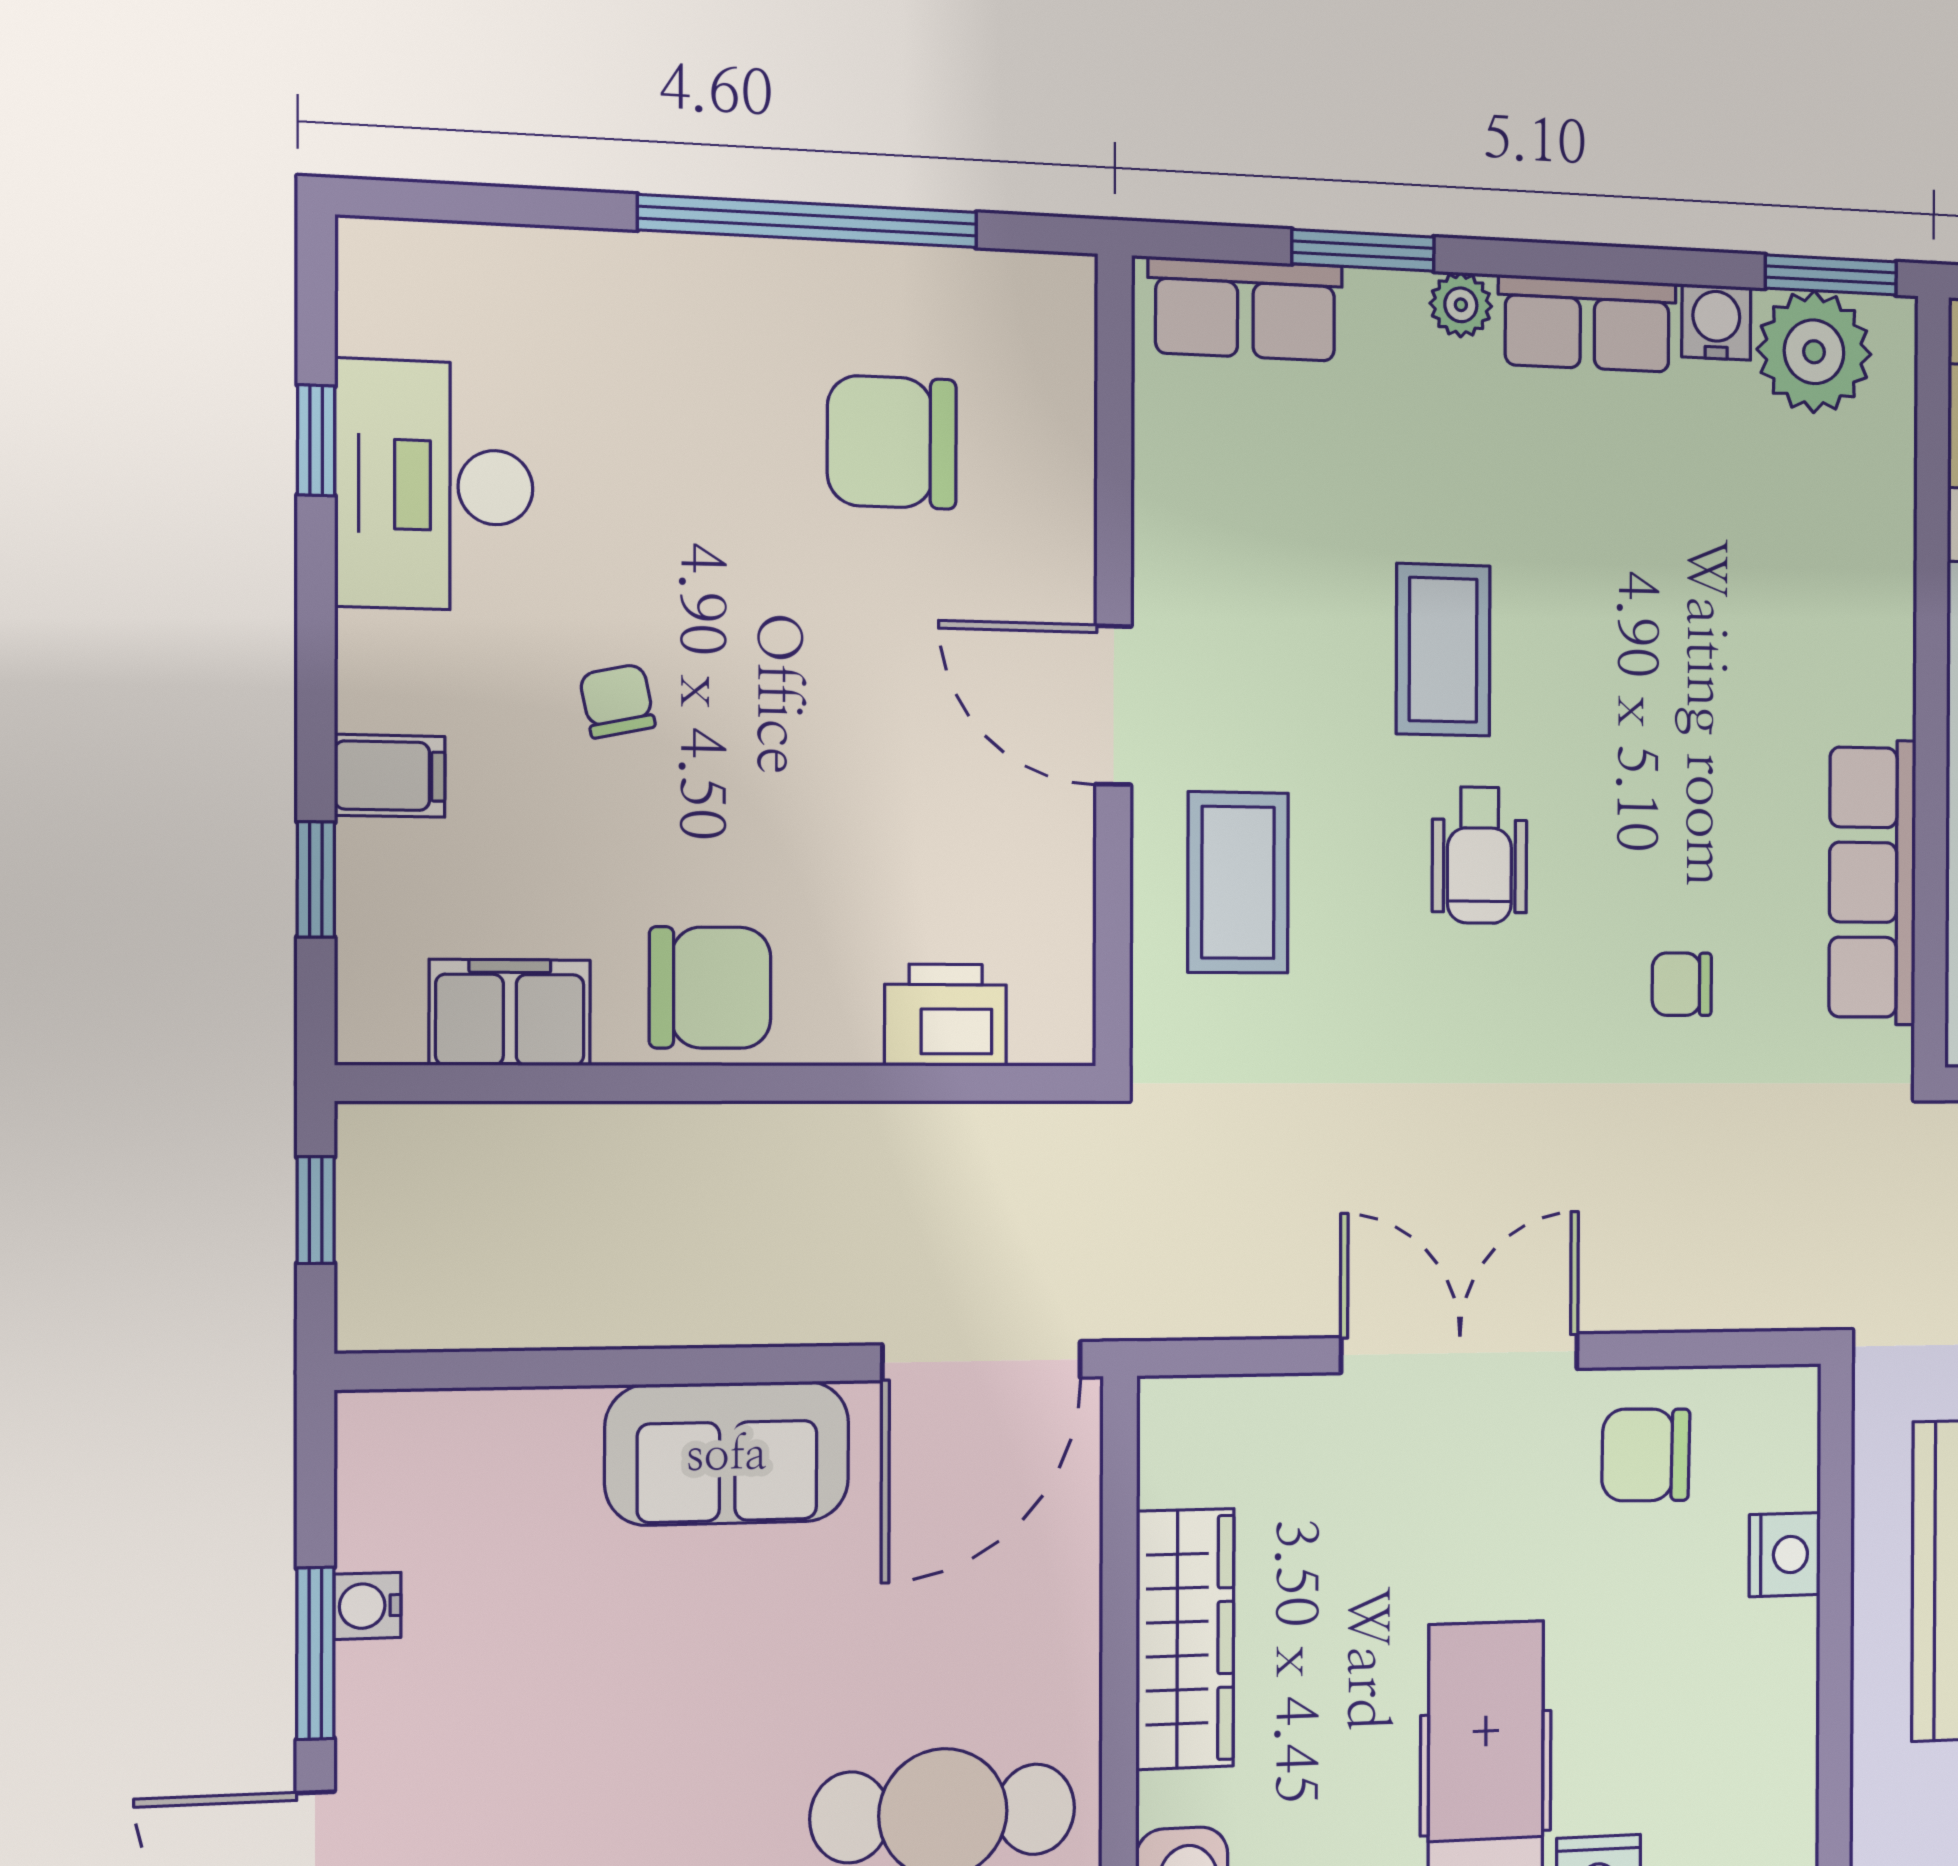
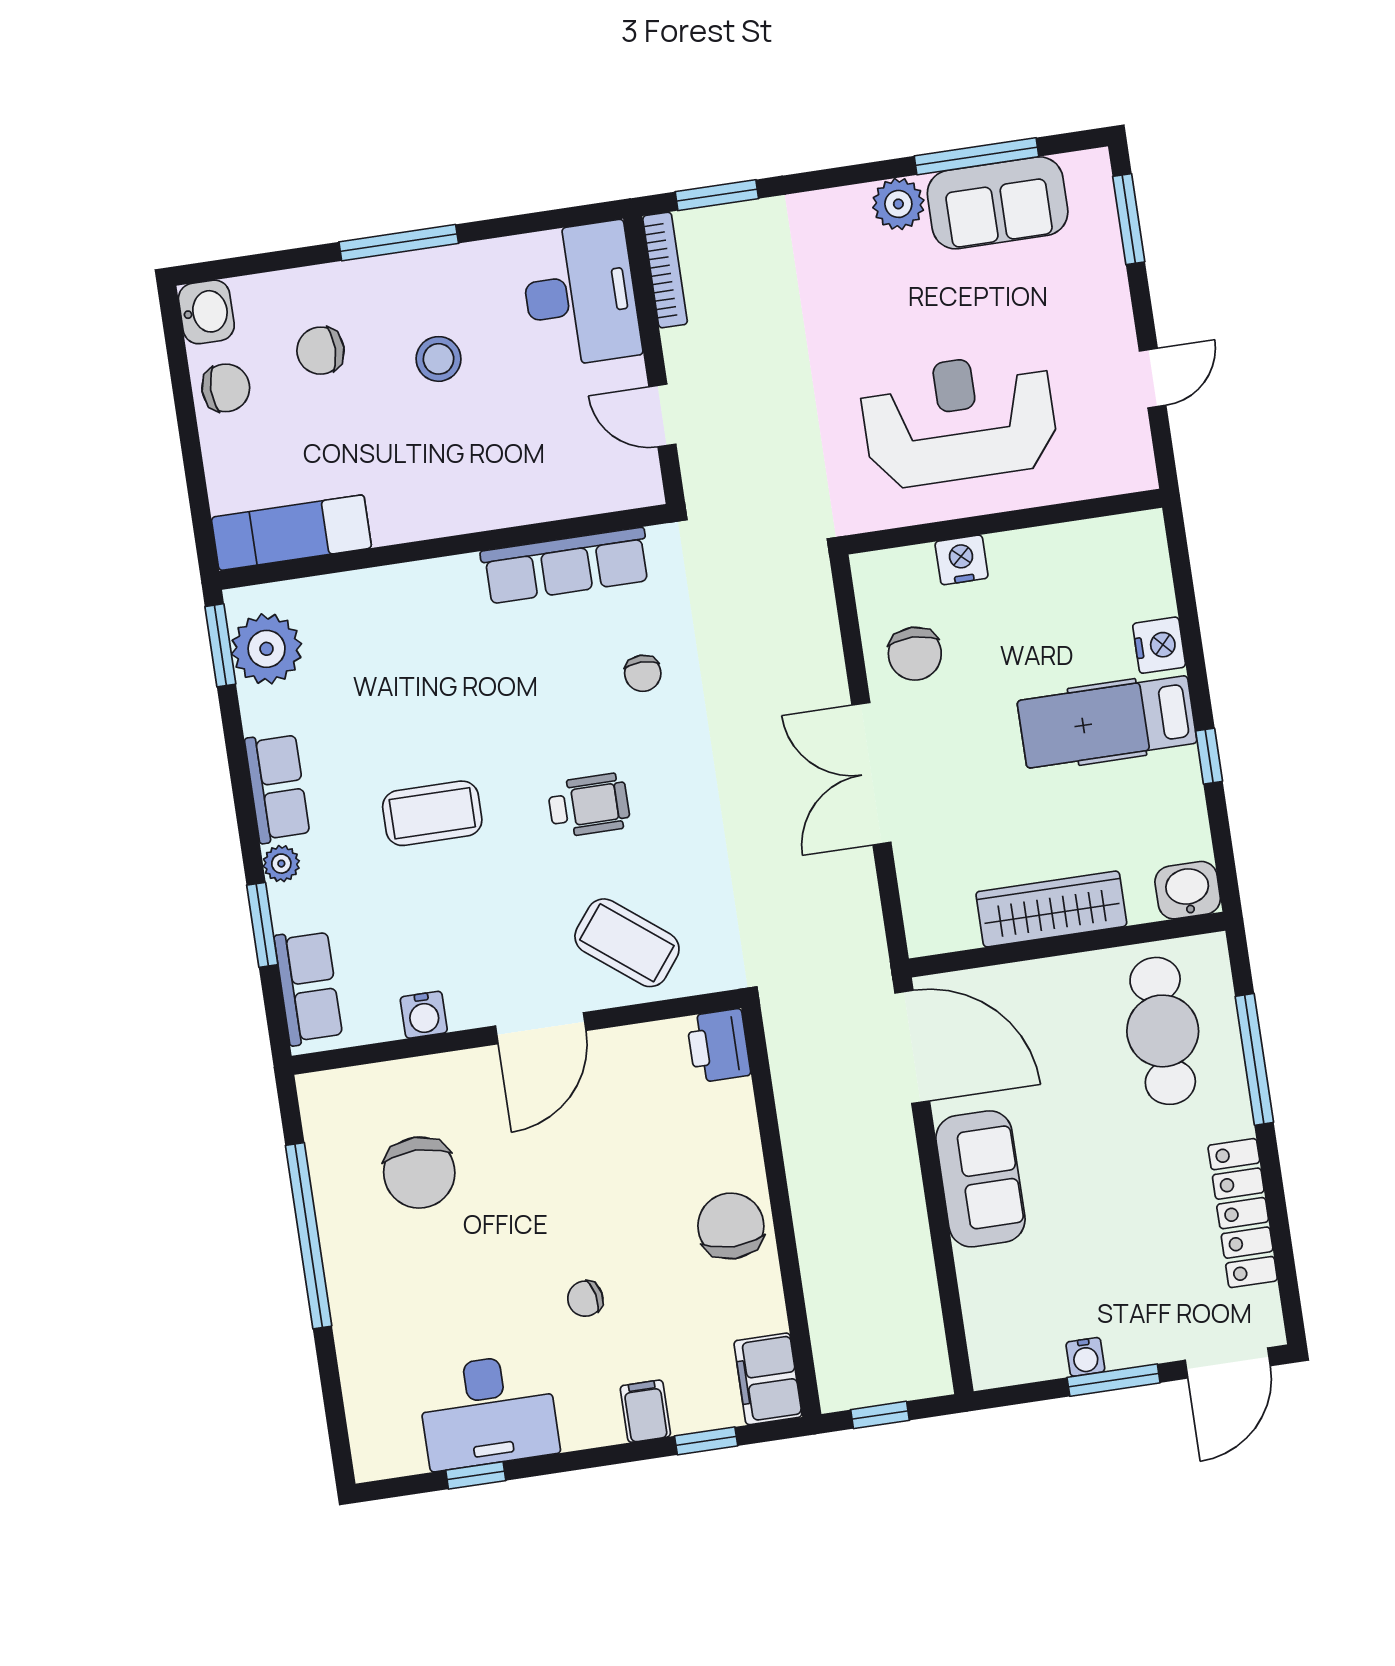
water cooler: (1716, 322) -> (424, 1015), moved, turned -90
coffee table: (1443, 650) -> (432, 813), moved
coffee table: (1238, 883) -> (627, 943), turned 38
filing cabinet: (510, 1013) -> (768, 1379), moved
printer: (946, 1015) -> (718, 1046), moved

